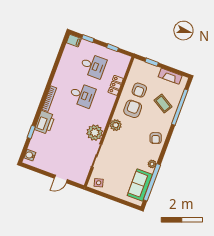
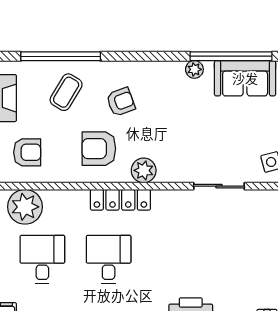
locker: (116, 85) -> (120, 200), moved, width x1.53
armchair: (139, 90) -> (27, 152), moved
plant: (95, 133) -> (25, 207), moved
armchair: (156, 138) -> (121, 102), moved

